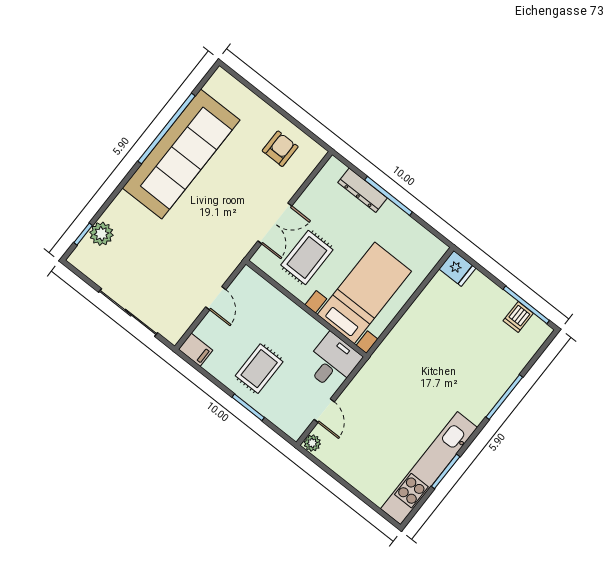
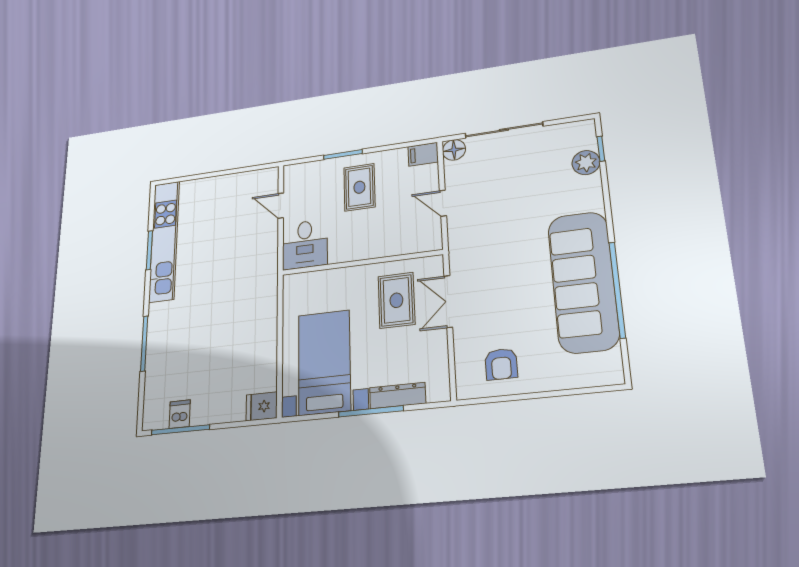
bed with nightstands: (364, 293) -> (324, 362), moved, turned 180
floor lamp: (173, 332) -> (454, 150), added
plant: (312, 443) -> (270, 176), removed

